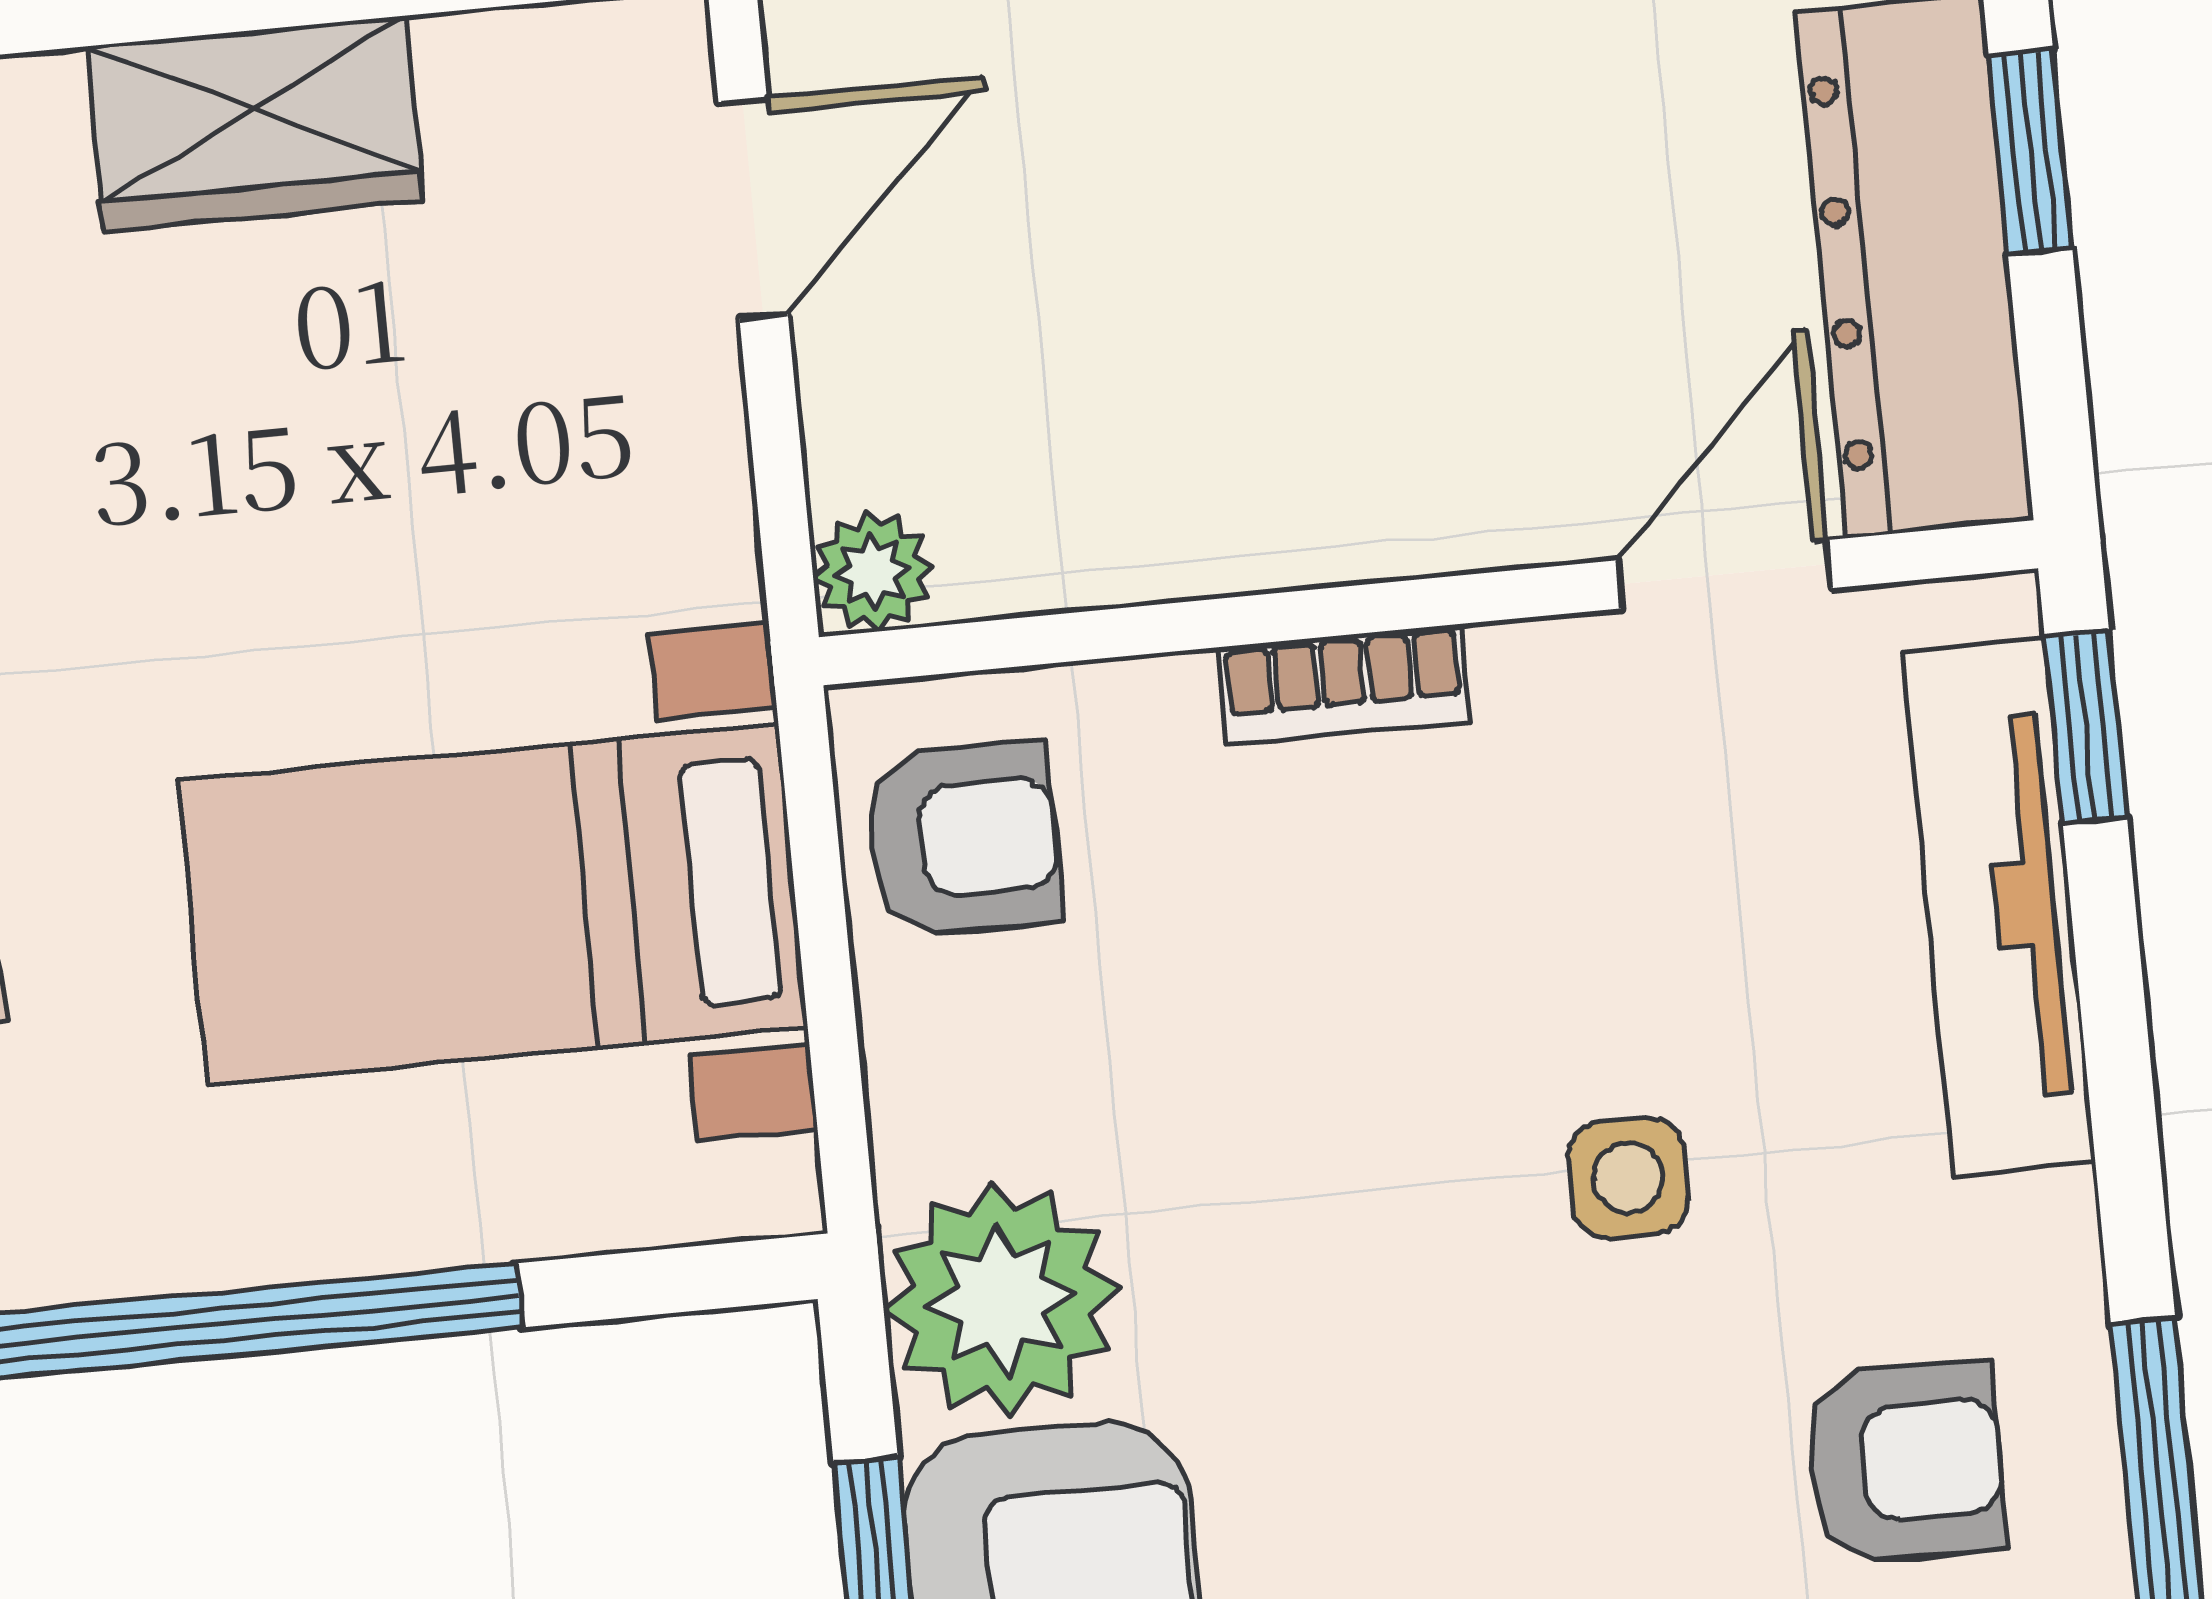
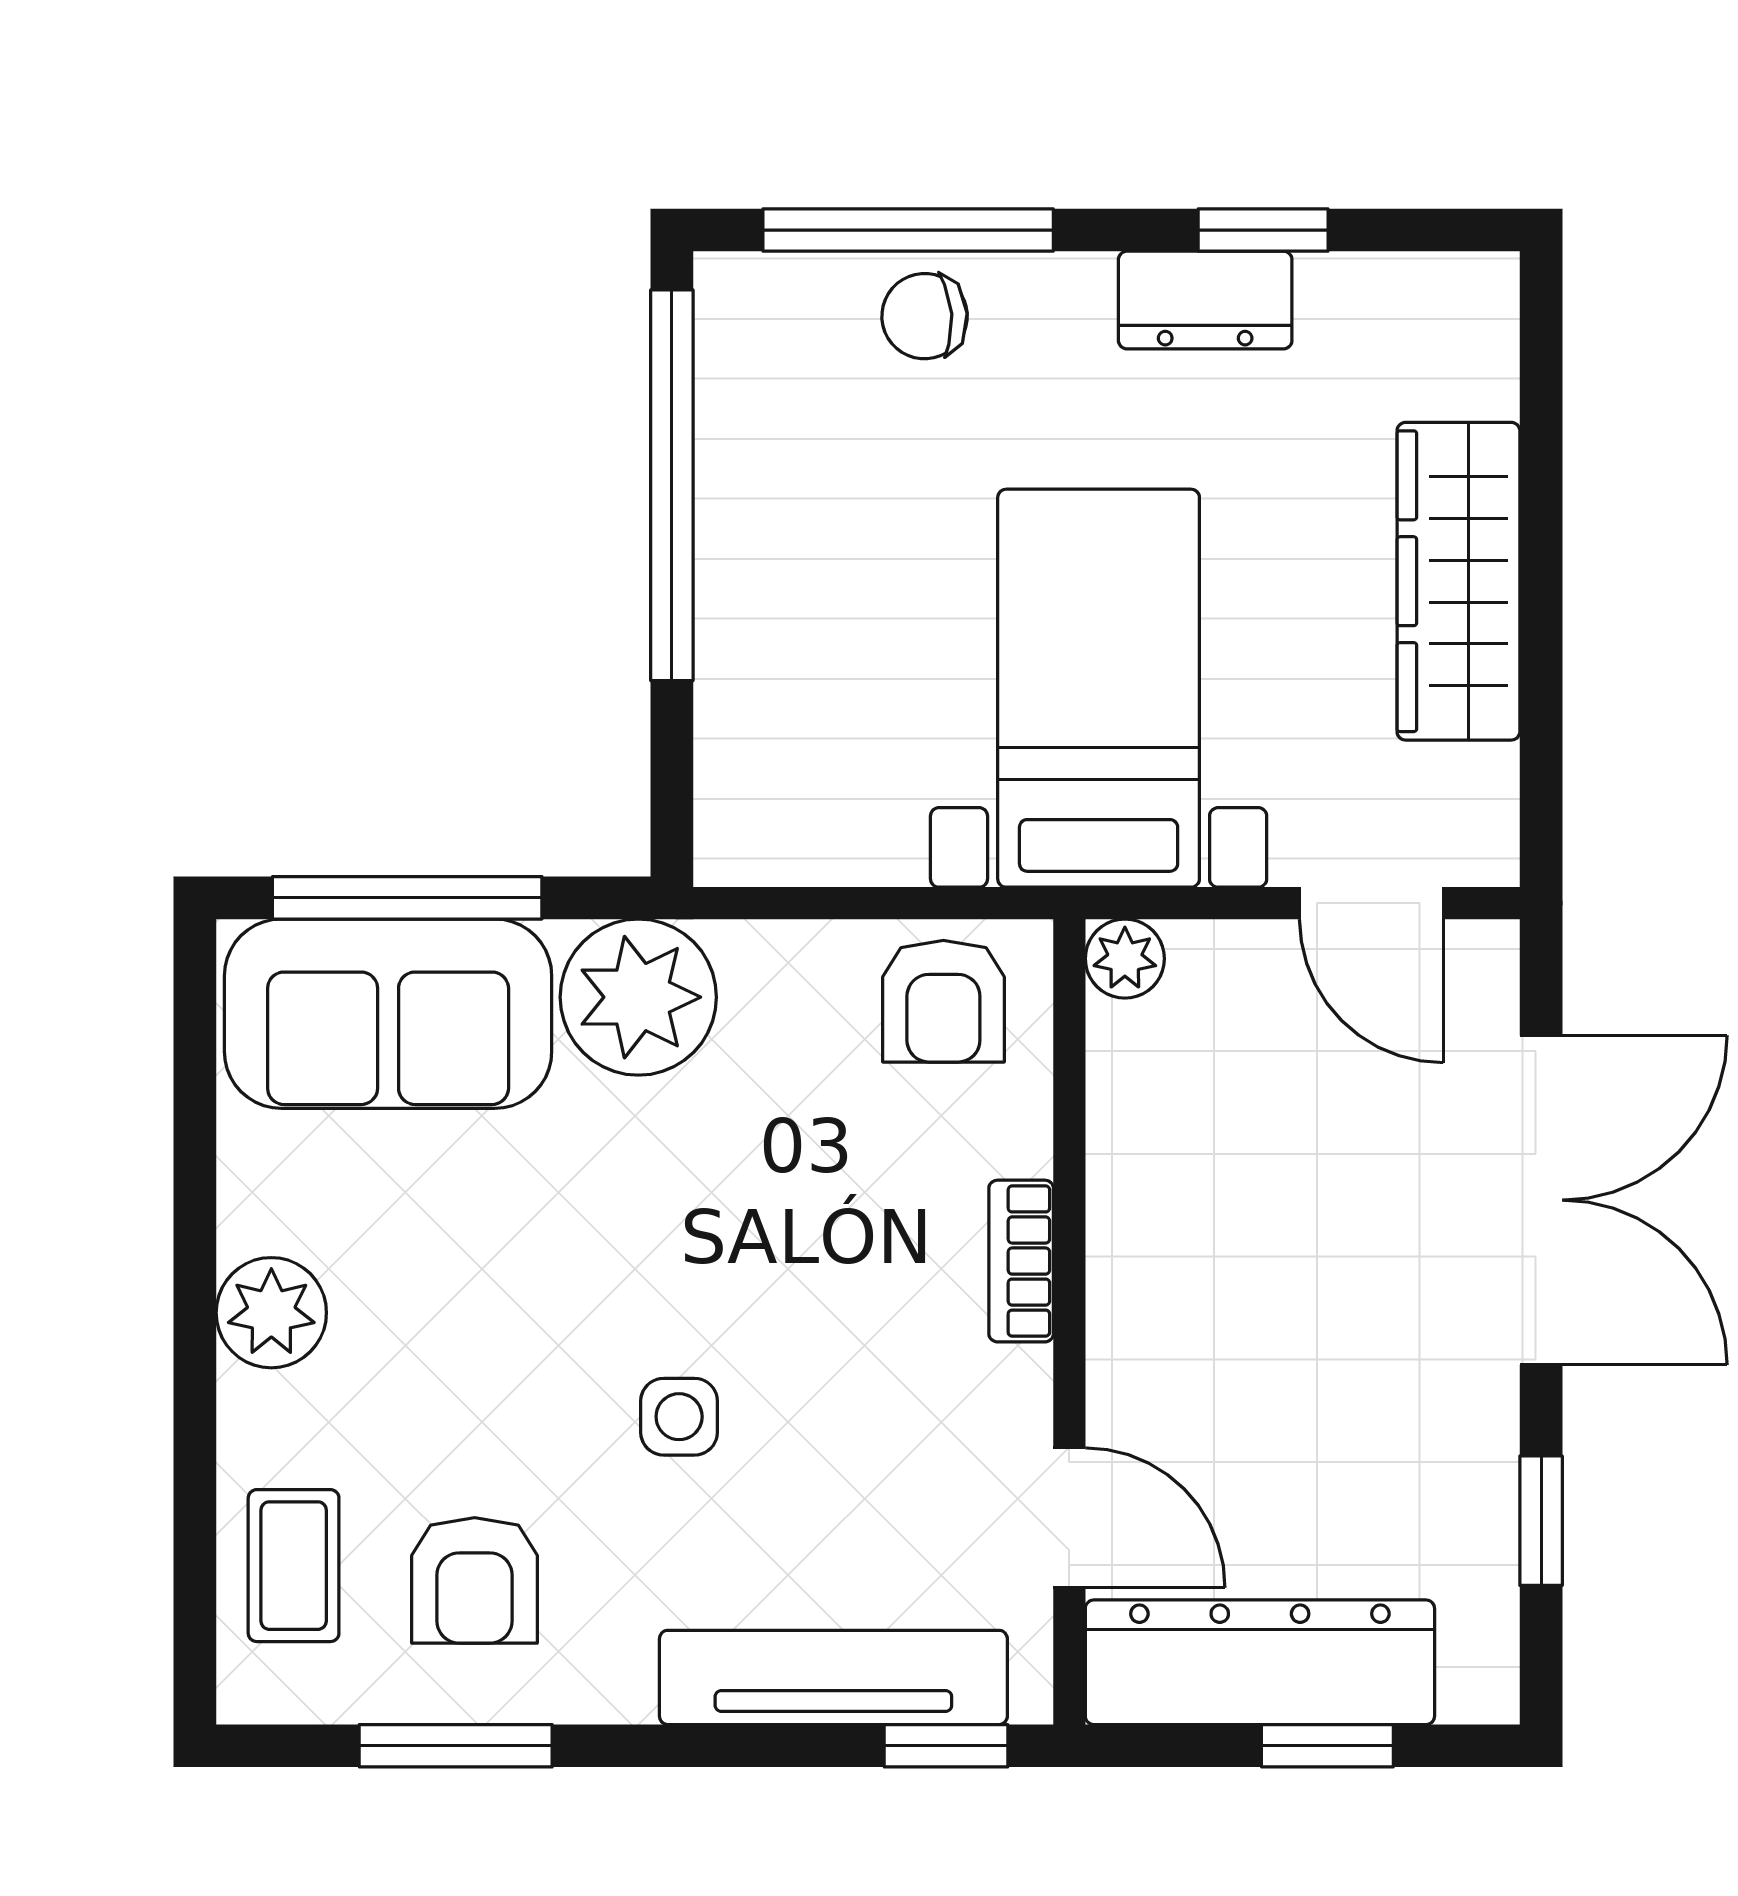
wardrobe: (255, 124) -> (1458, 581), width x1.50
bed with nightstands: (493, 904) -> (1099, 688), moved

